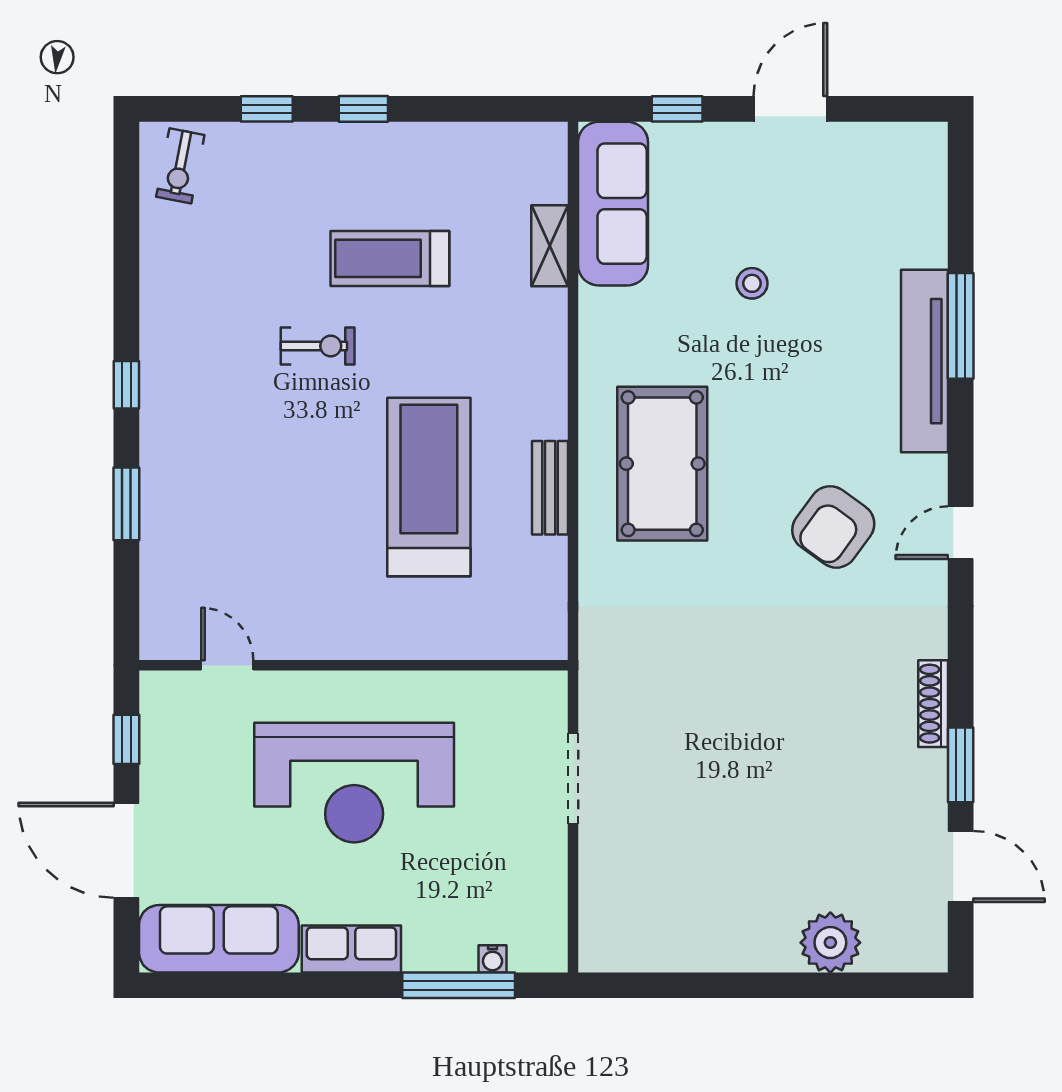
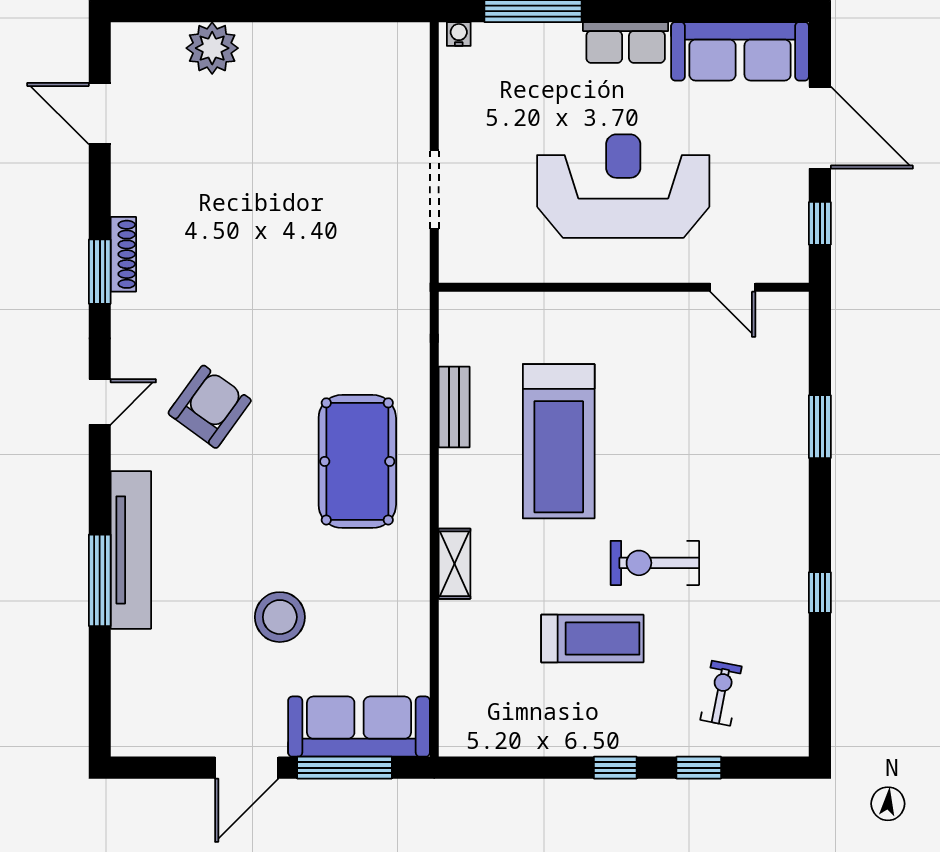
window: (677, 109) -> (344, 768), width x2.17
exercise bike: (180, 166) -> (721, 693), moved
sofa: (613, 204) -> (359, 727), moved, turned 90
shelving: (550, 246) -> (454, 564), moved
stool: (752, 283) -> (280, 617), width x1.89, depth x1.89
exercise bike: (318, 346) -> (655, 563), width x1.38, depth x1.39
window: (126, 385) -> (820, 592), moved
bench: (550, 488) -> (454, 407), moved
window: (961, 765) -> (100, 272), moved
water cooler: (493, 959) -> (459, 34), moved

